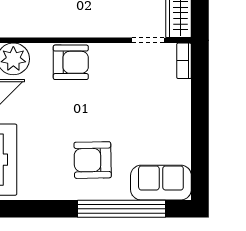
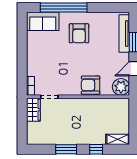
armchair: (93, 160) -> (79, 33), turned 91

